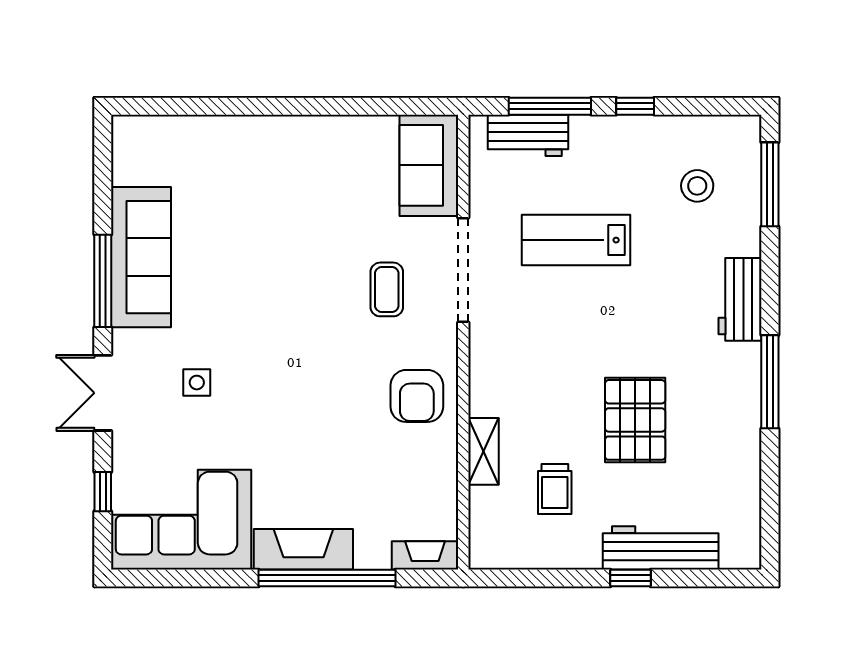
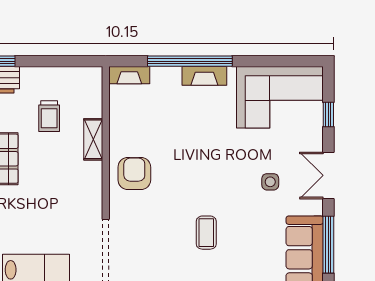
coffee table: (387, 289) -> (206, 233), moved
double door: (103, 393) -> (328, 175), swing flipped
trolley: (555, 489) -> (49, 116), turned 180
fireplace: (303, 549) -> (204, 76), width x0.73, depth x0.76

